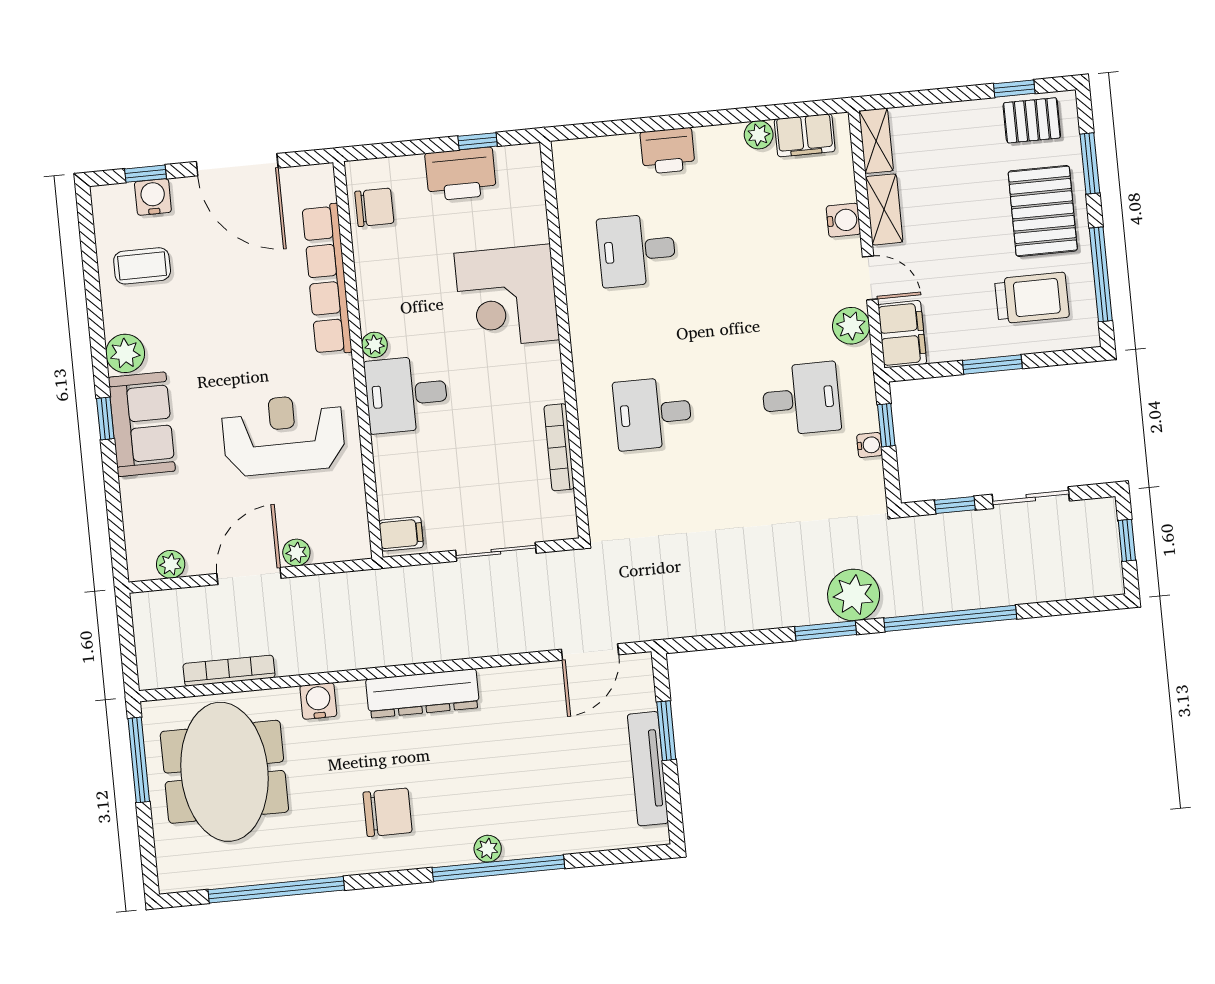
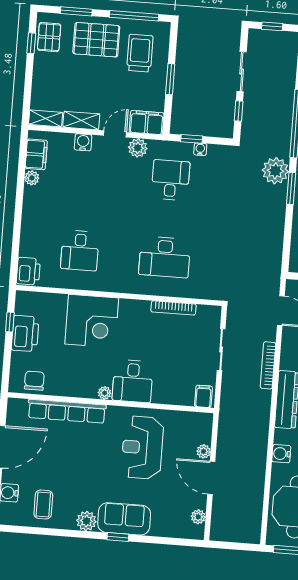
printer: (668, 151) -> (28, 271), moved
desk: (653, 413) -> (165, 257), width x1.37
bookcase: (229, 671) -> (268, 365), moved

